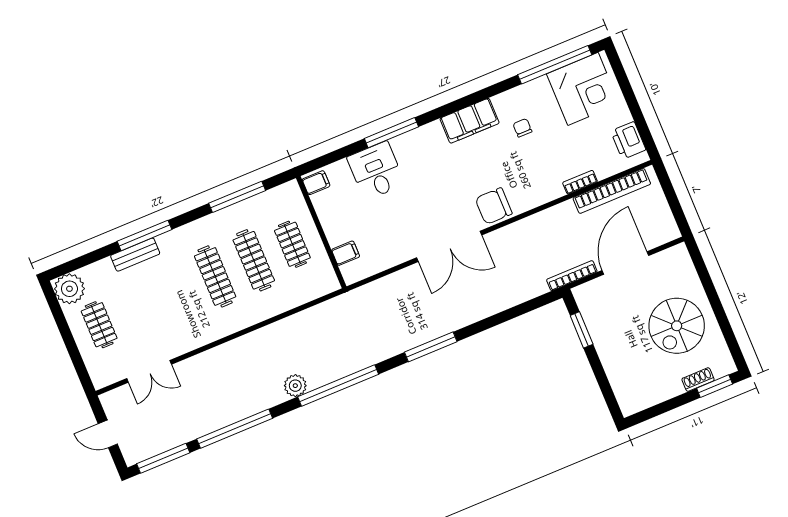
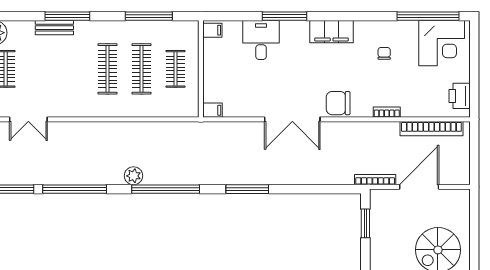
filing cabinet: (470, 121) -> (332, 32), moved
bookcase: (580, 182) -> (387, 112), moved
filing cabinet: (346, 253) -> (213, 110), moved

